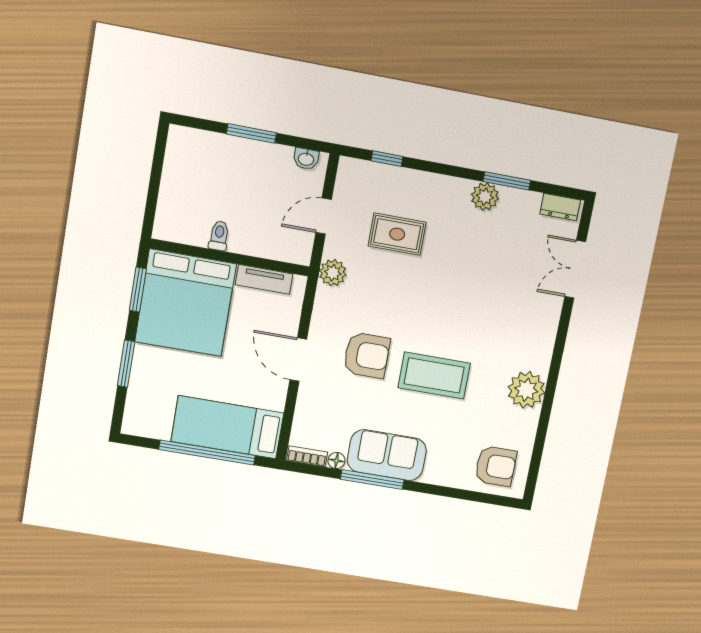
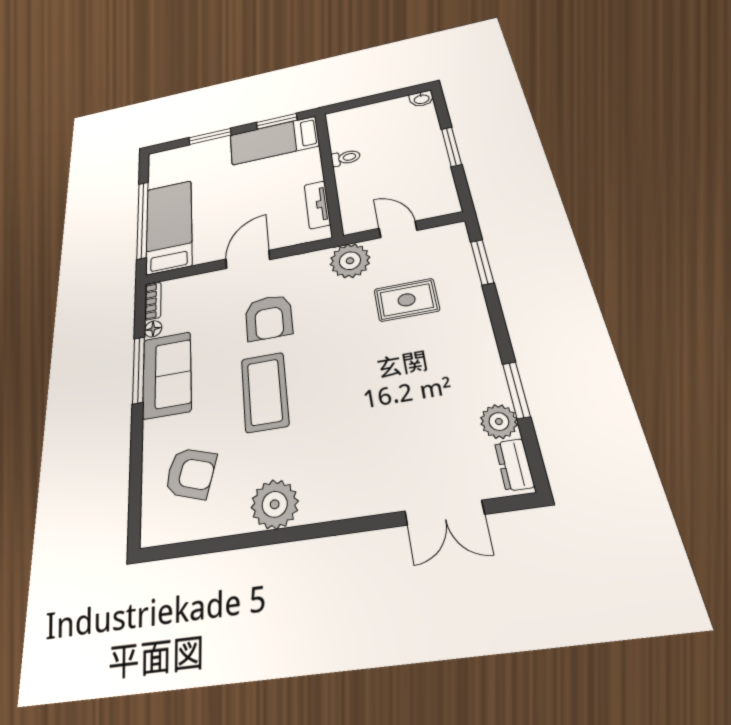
washbasin: (306, 159) -> (422, 99), moved, turned -90
window: (387, 159) -> (482, 262), width x1.50
plant: (485, 197) -> (499, 422), moved
rug: (397, 234) -> (407, 300), turned 90
double door: (575, 269) -> (444, 513), swing flipped
plant: (333, 273) -> (350, 261), width x1.36, depth x1.36
bed: (186, 303) -> (274, 141), width x0.49
armchair: (496, 466) -> (190, 473), moved, turned -73

